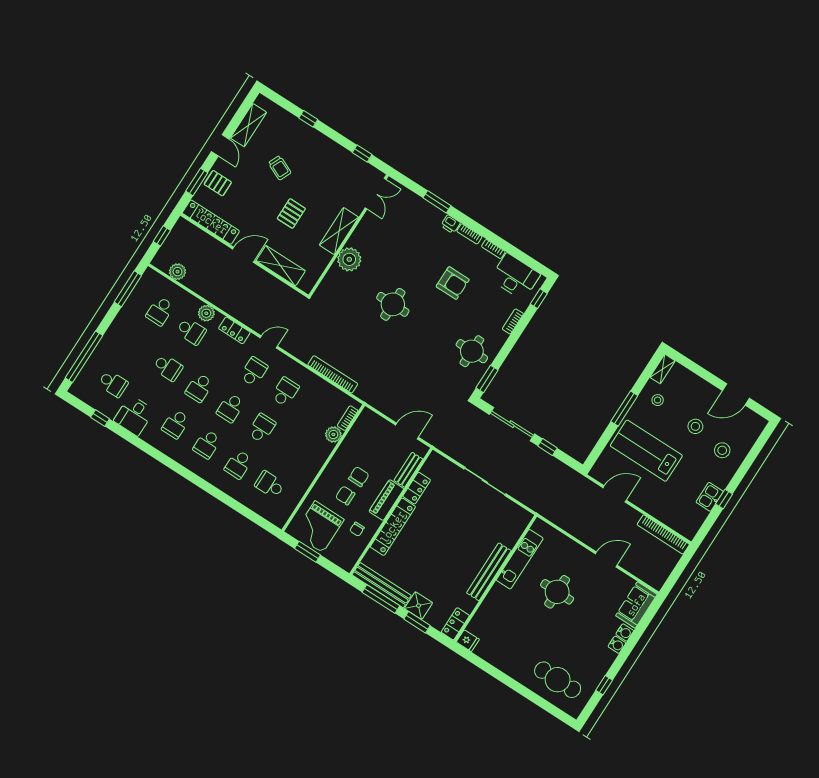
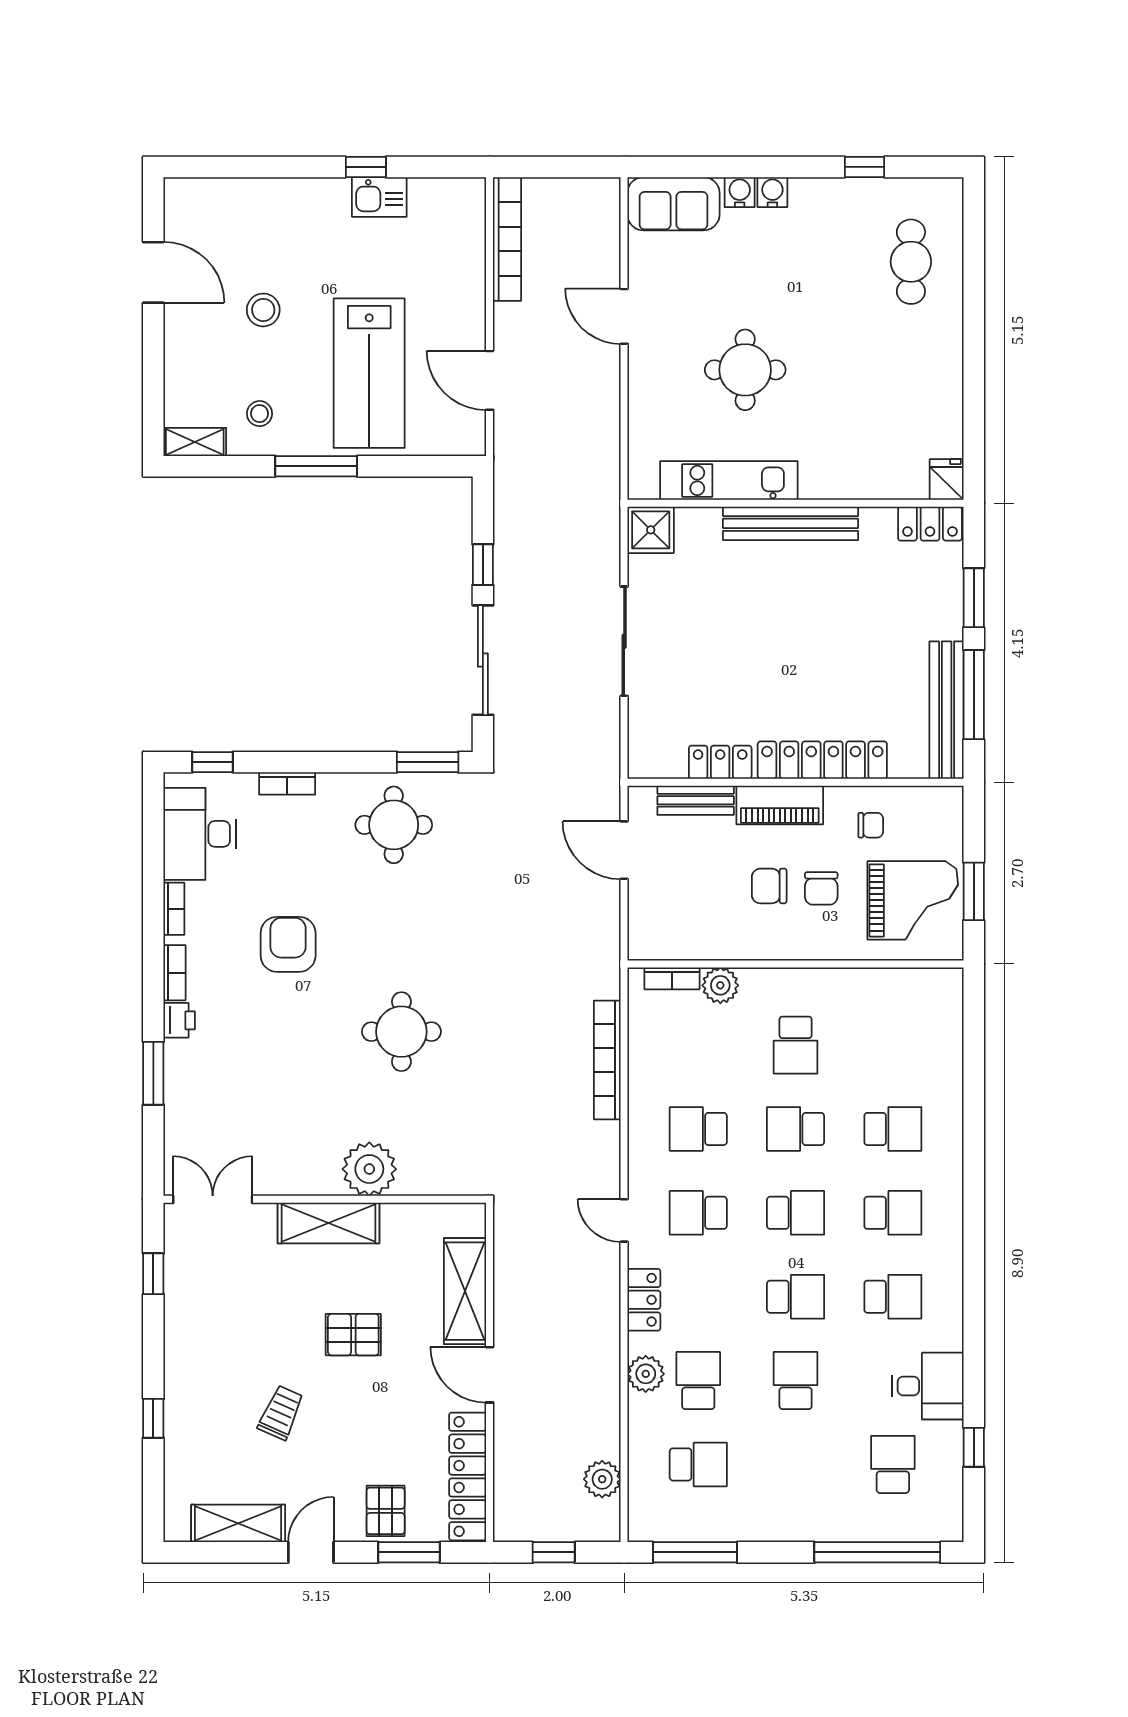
stool: (722, 450) -> (276, 230), removed
school desk: (270, 485) -> (796, 1045), moved
shower: (419, 606) -> (651, 530), moved
cafe table: (558, 680) -> (911, 262), width x0.73, depth x0.74

